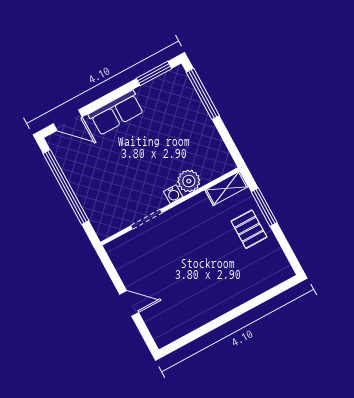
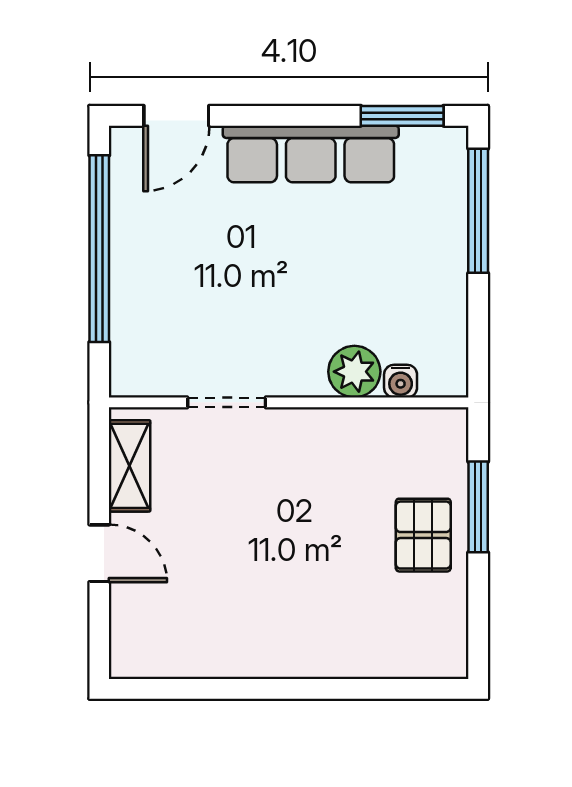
row of seats: (116, 113) -> (311, 154), width x1.48
door: (68, 120) -> (176, 116), hinge flipped
shelving: (227, 188) -> (130, 466), moved, turned 90
water cooler: (173, 194) -> (401, 381), moved

